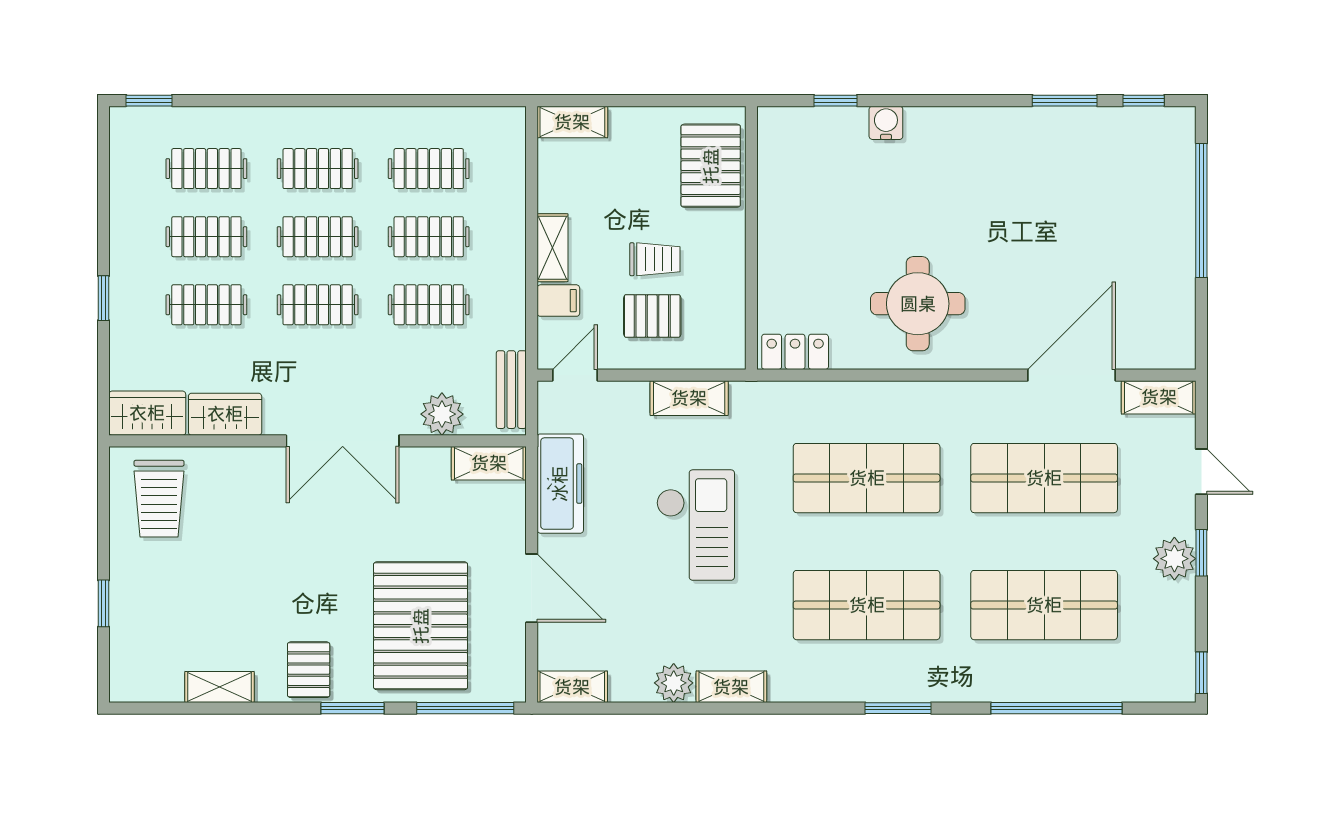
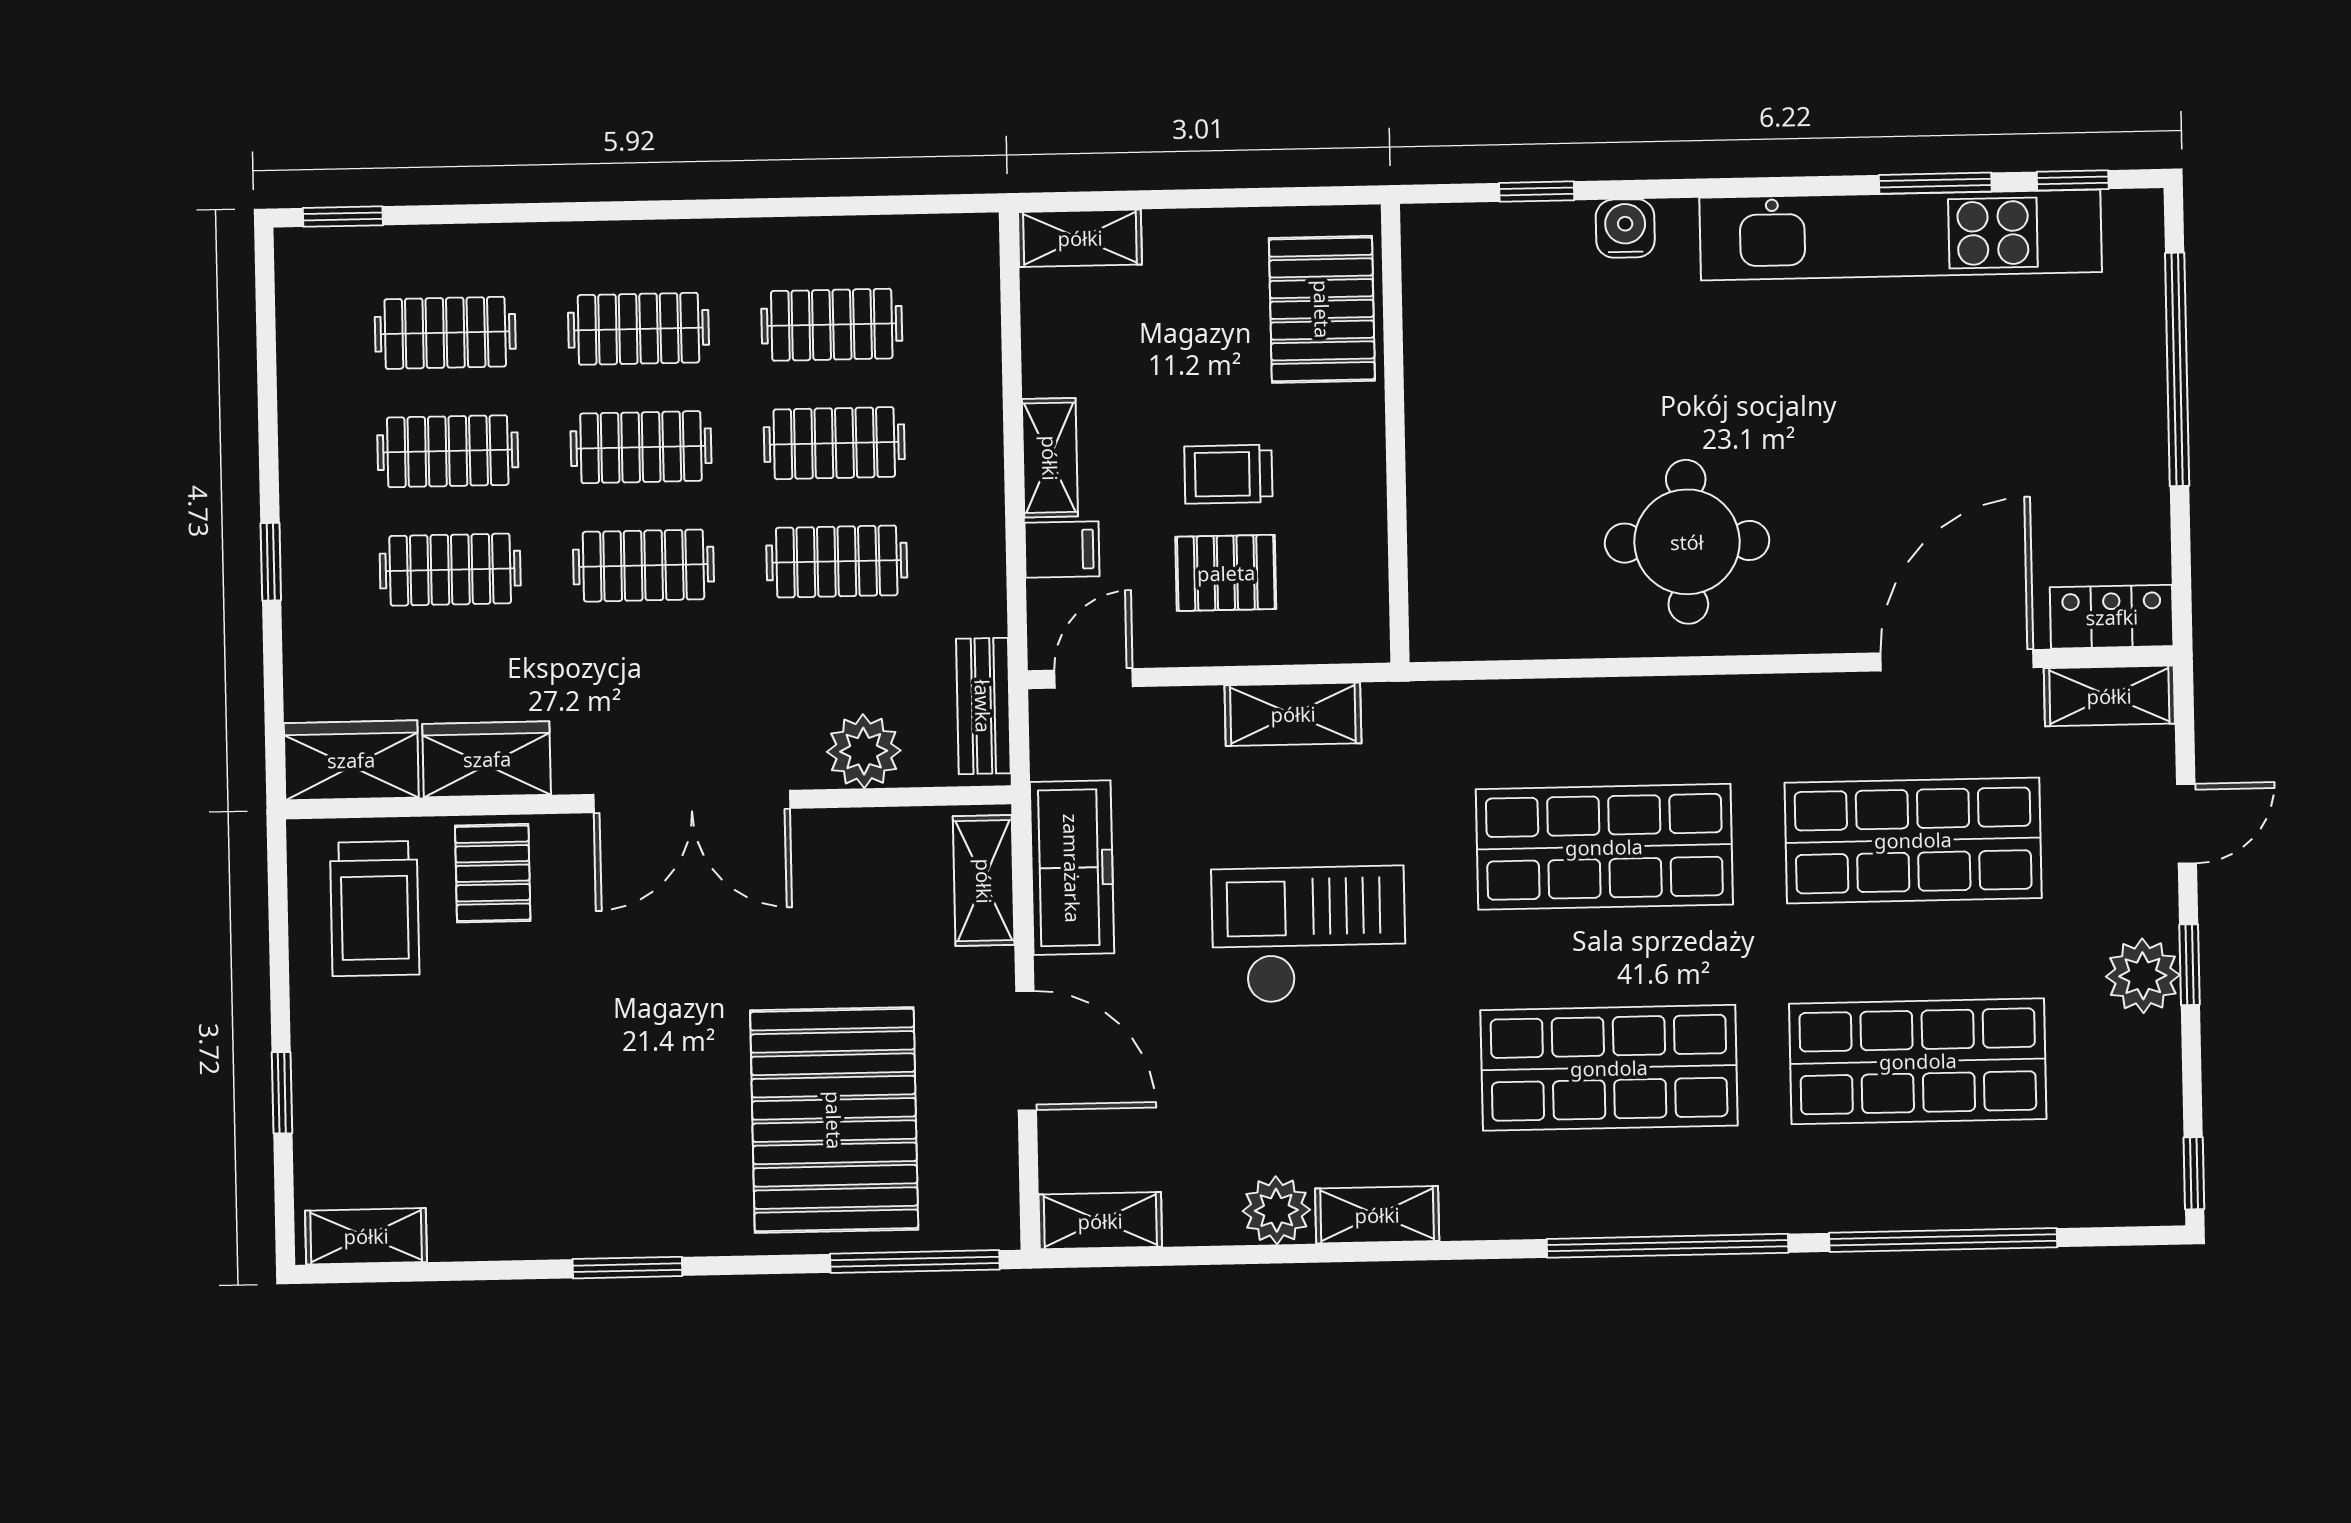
kitchen unit: (1044, 130) -> (1901, 235), added
trolley: (655, 259) -> (1228, 474), turned 180
locker: (795, 352) -> (2112, 617), moved
shelving: (489, 463) -> (984, 881), moved, turned 90
door: (1201, 472) -> (2187, 824), hinge flipped
checkout: (696, 525) -> (1309, 935), turned -90
pallet: (309, 670) -> (493, 873), moved
shelving: (220, 687) -> (366, 1236), moved
window: (352, 708) -> (627, 1268), moved
window: (898, 708) -> (1668, 1246), width x2.11

